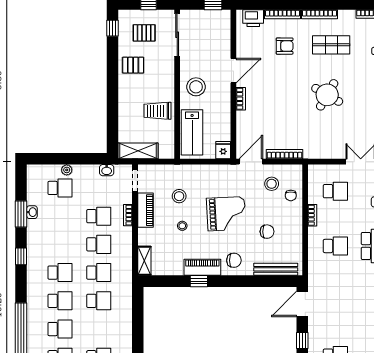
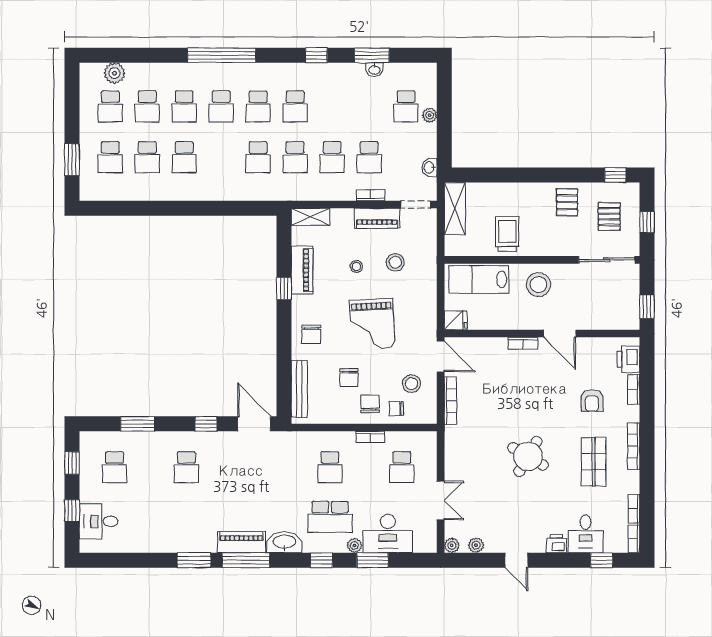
bookcase: (283, 14) -> (634, 389), width x0.64
chair: (287, 215) -> (370, 404), added
piano: (202, 267) -> (302, 270), moved

